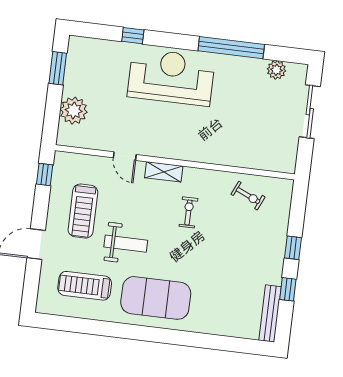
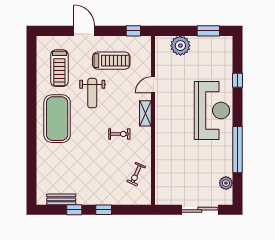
treadmill: (83, 211) -> (111, 61), turned 180
treadmill: (85, 286) -> (59, 68), turned 180
bench: (270, 313) -> (61, 199), width x0.73

